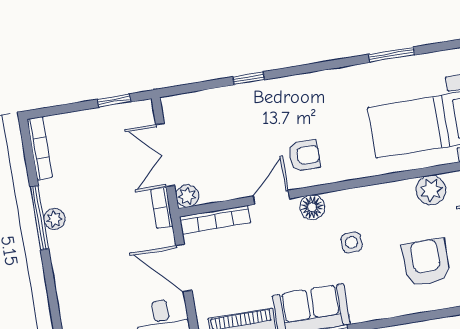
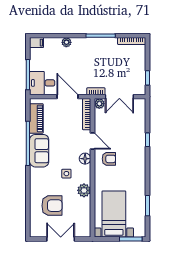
double door: (165, 155) -> (119, 97), swing flipped
armchair: (304, 155) -> (109, 159), turned -90
plant: (431, 190) -> (84, 190), moved
plant: (54, 219) -> (66, 42), moved
door: (184, 268) -> (67, 97), hinge flipped

